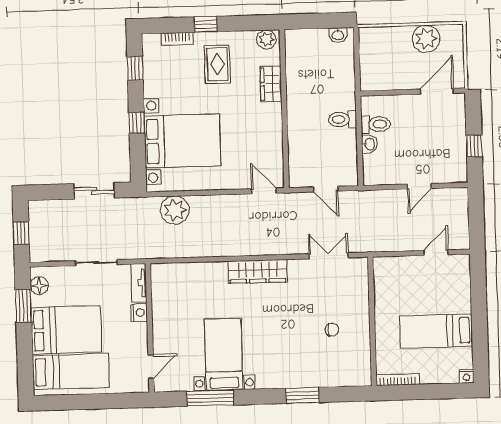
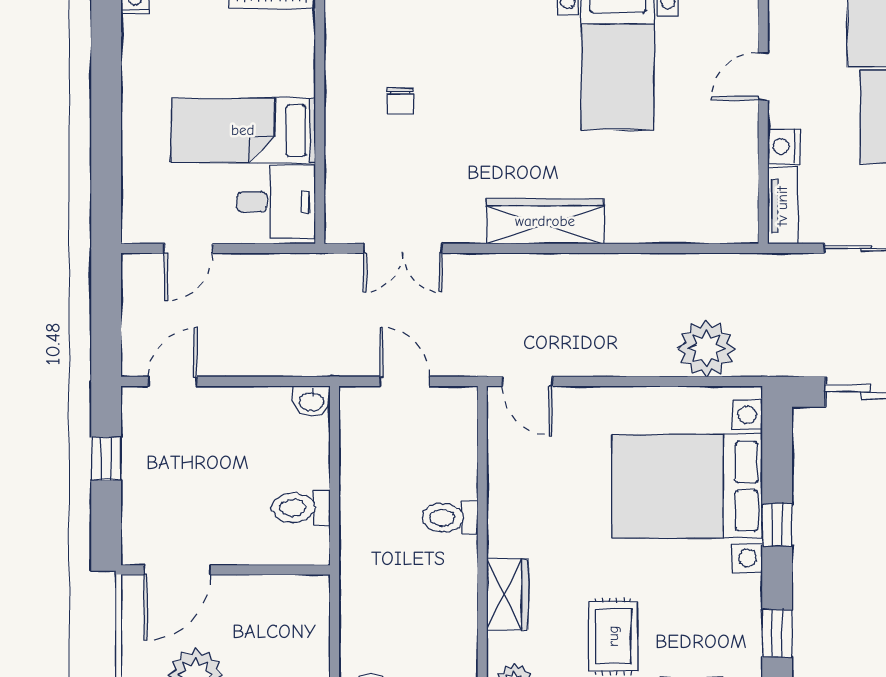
toilet: (343, 119) -> (450, 518), moved, turned 180
washbasin: (369, 144) -> (312, 401), moved, turned -90
door: (419, 186) -> (173, 381), moved
desk: (393, 277) -> (276, 202), added
chair: (332, 330) -> (400, 101), turned -90
bed: (436, 331) -> (243, 130), moved, turned 180
door: (151, 367) -> (763, 76), moved

